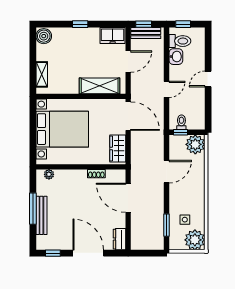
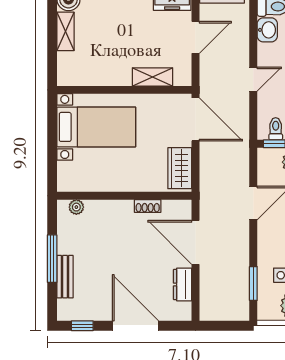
shelving: (42, 74) -> (66, 31), moved
shelving: (100, 86) -> (153, 77), width x0.67, depth x0.75
bed with nightstands: (62, 129) -> (96, 127), width x0.73
bench: (41, 215) -> (65, 277), width x0.73
dresser: (119, 239) -> (182, 284), moved

